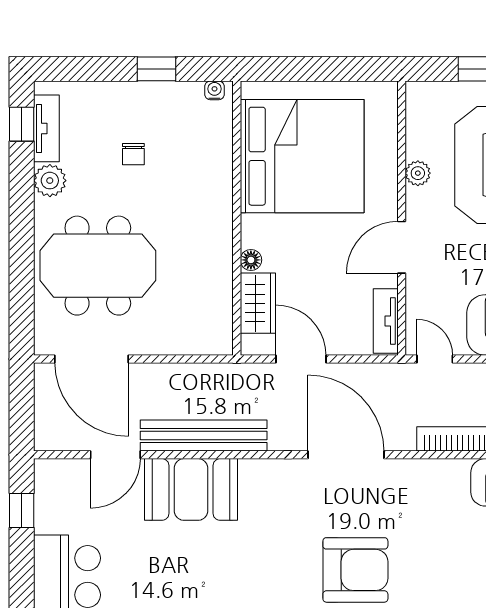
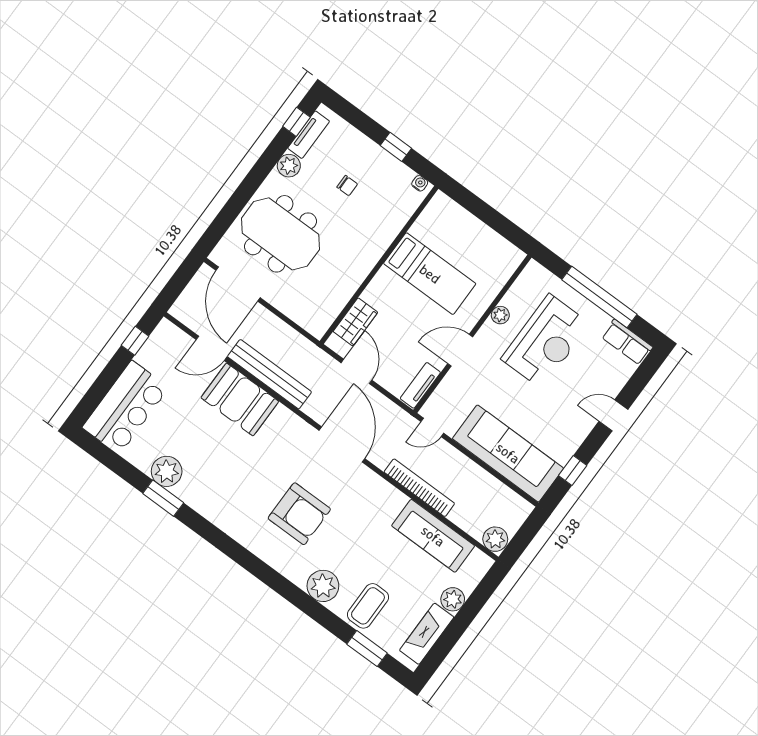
chair: (133, 154) -> (347, 186), turned -90
bed: (302, 156) -> (430, 274), width x0.49
floor lamp: (251, 260) -> (370, 295), removed
door: (435, 359) -> (432, 427), swing flipped

